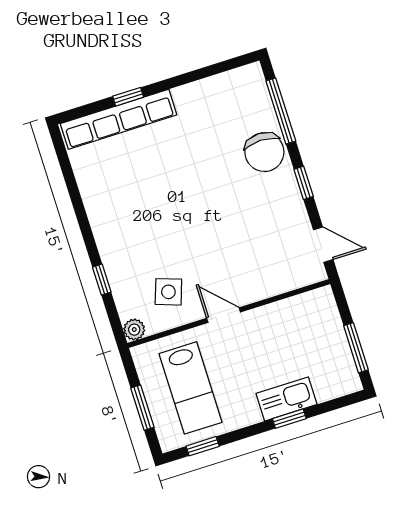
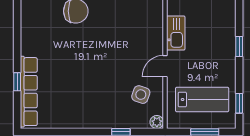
kitchen sink: (286, 399) -> (176, 33), moved, turned 180

